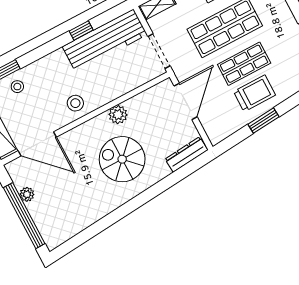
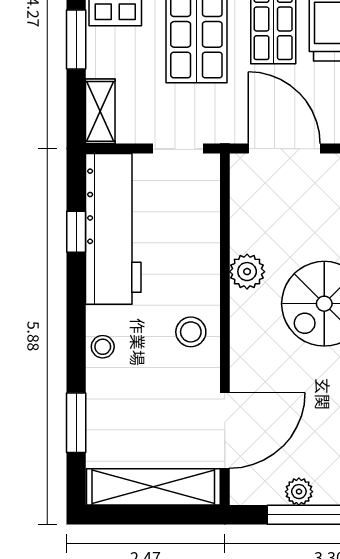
window: (81, 31) -> (76, 232), moved
doorway: (159, 51) -> (178, 149), width x0.73
stool: (17, 87) -> (103, 347), moved

